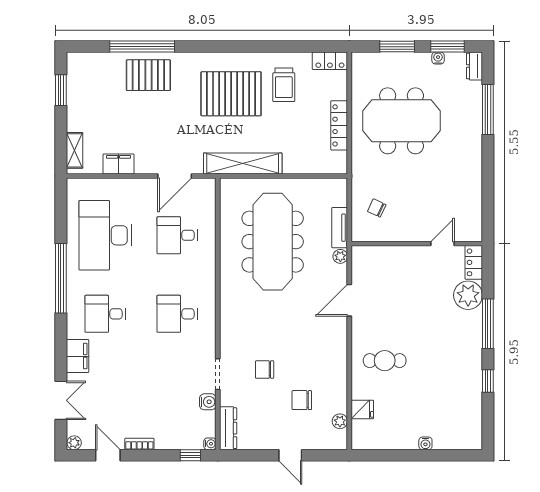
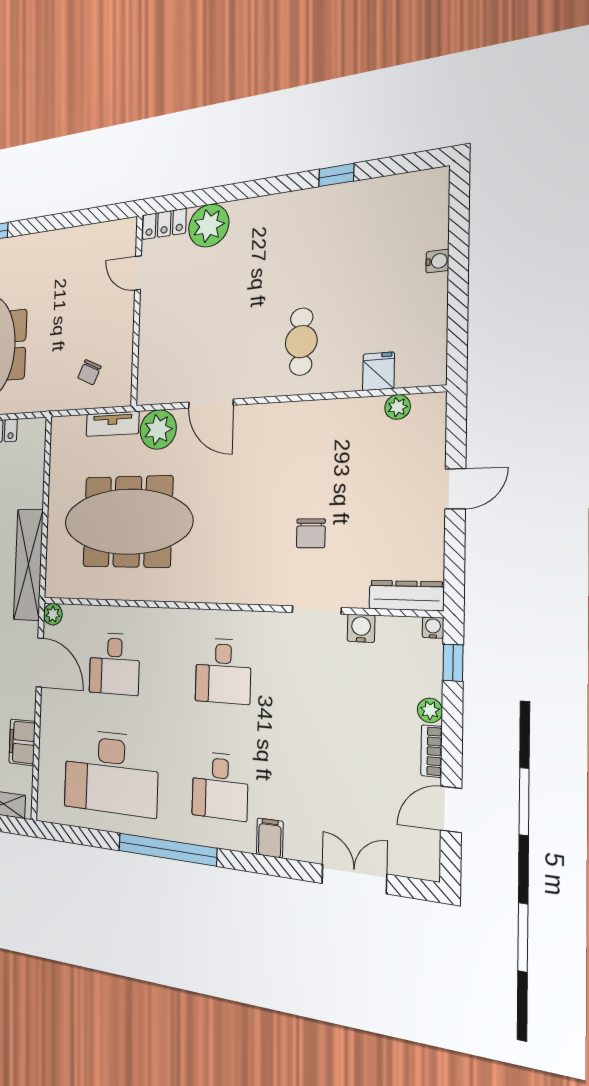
plant: (208, 185) -> (53, 614), added
plant: (340, 256) -> (158, 430), width x1.87, depth x1.87
window: (488, 324) -> (250, 189), removed
filing cabinet: (77, 356) -> (270, 838), width x0.50
chair: (302, 400) -> (361, 472), removed
plant: (74, 443) -> (430, 710), moved

